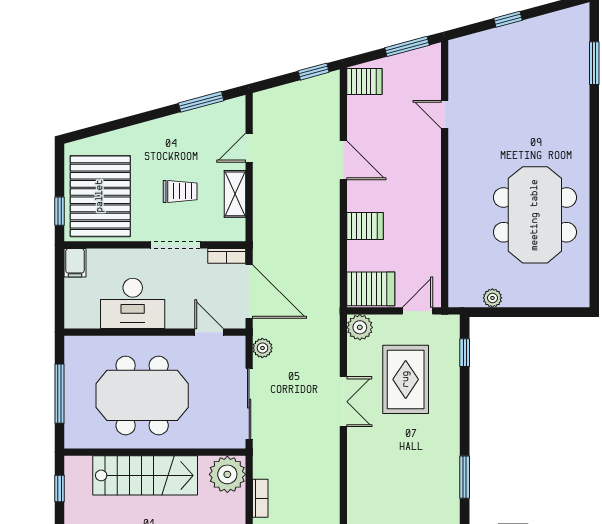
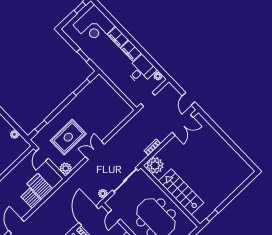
server rack: (371, 289) -> (40, 186), moved
door: (417, 311) -> (42, 155), hinge flipped

